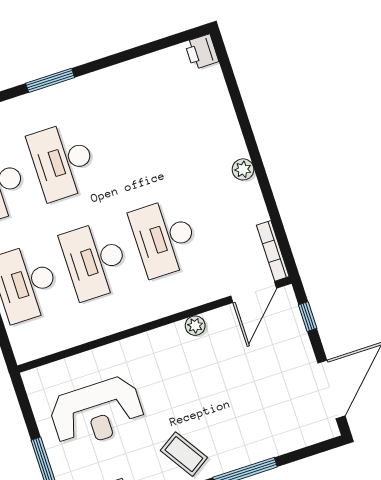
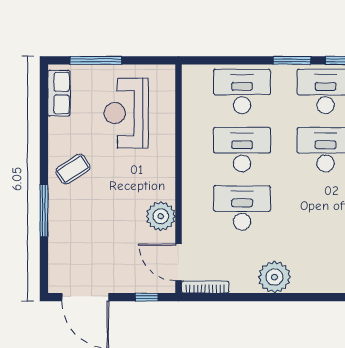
plant: (243, 169) -> (274, 277), width x1.88, depth x1.88
plant: (195, 326) -> (161, 216), width x1.87, depth x1.87

